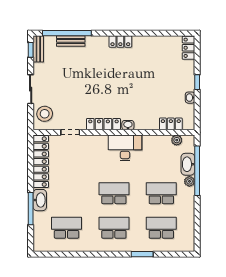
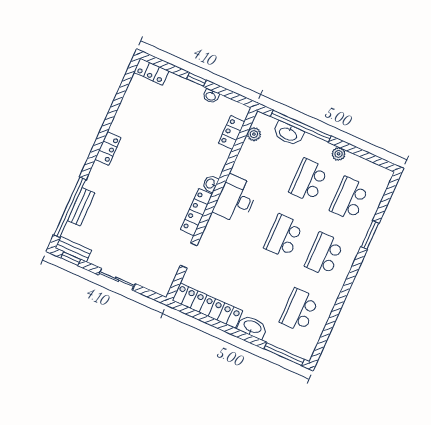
stool: (45, 114) -> (153, 276), removed
plant: (189, 181) -> (339, 154), moved
window: (31, 209) -> (284, 354), moved

